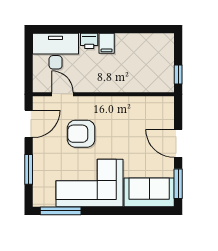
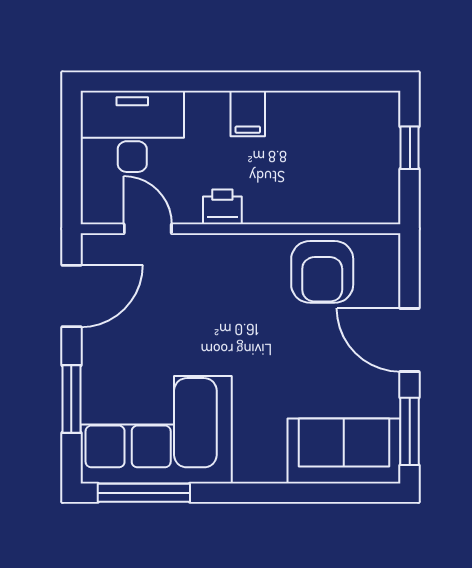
printer: (89, 41) -> (222, 207), moved, turned 180
window: (178, 75) -> (410, 148), moved
armchair: (81, 134) -> (322, 272), moved, turned -90
corner sofa: (89, 183) -> (156, 430), moved

